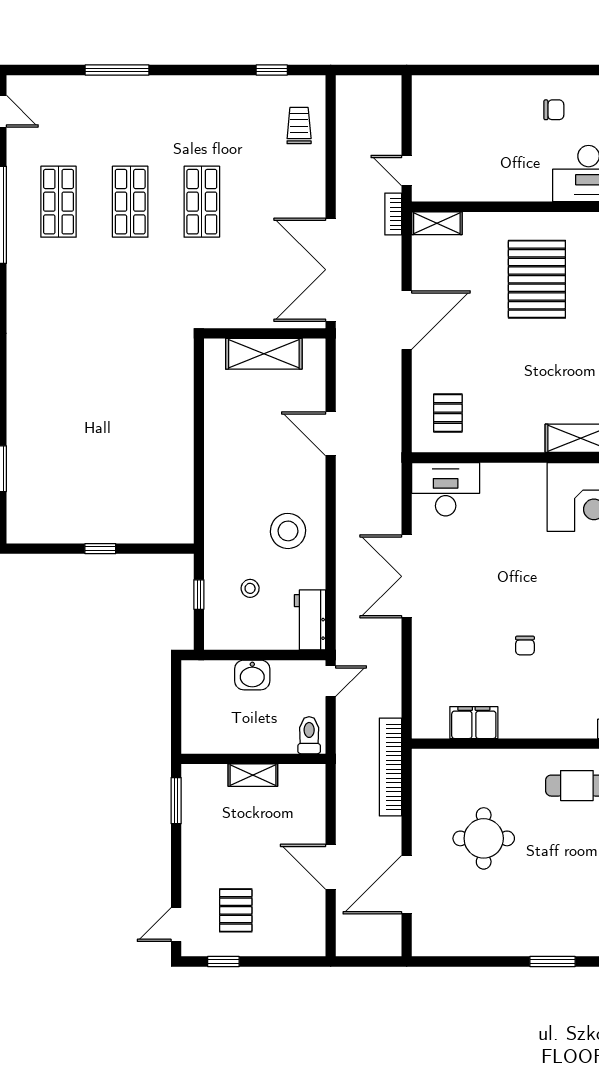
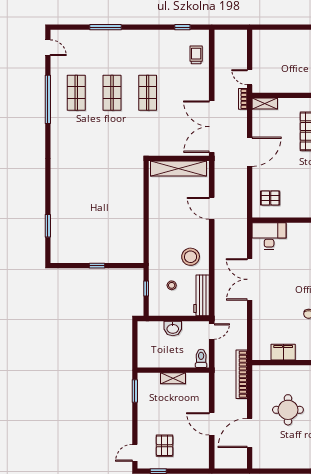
shelving: (264, 354) -> (179, 168), width x1.47
pallet: (448, 413) -> (270, 198), turned 90
workbench: (310, 620) -> (201, 295), width x1.38

